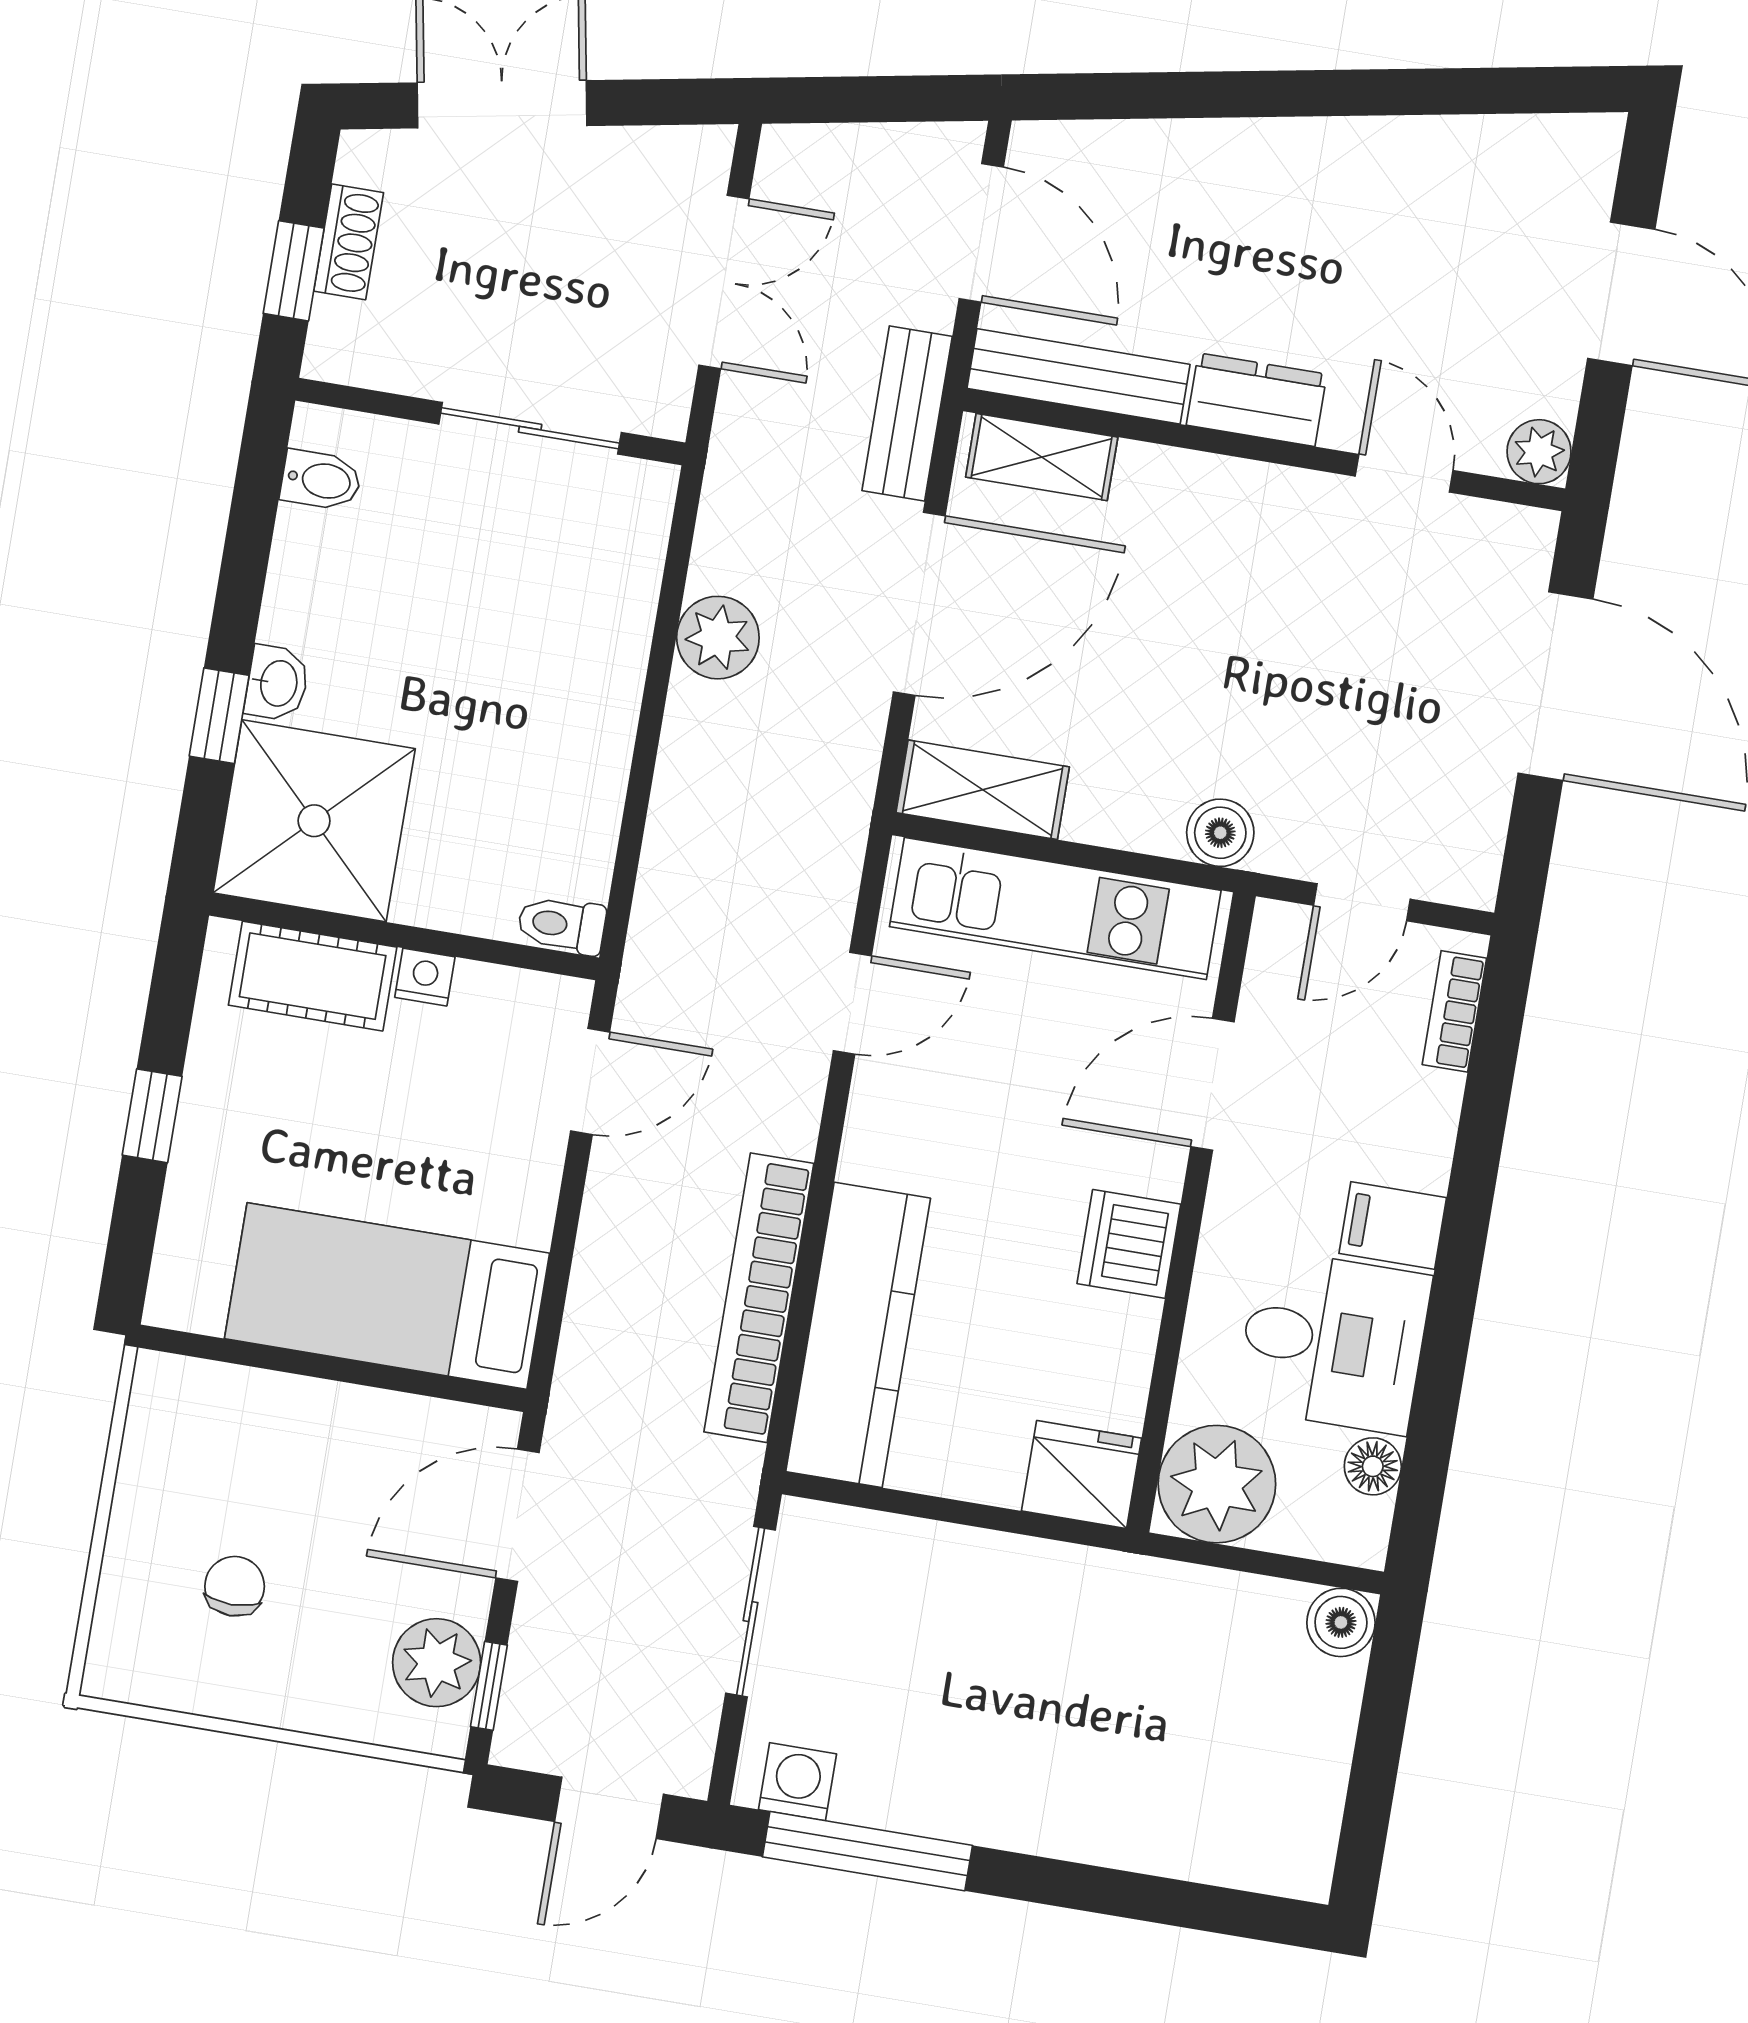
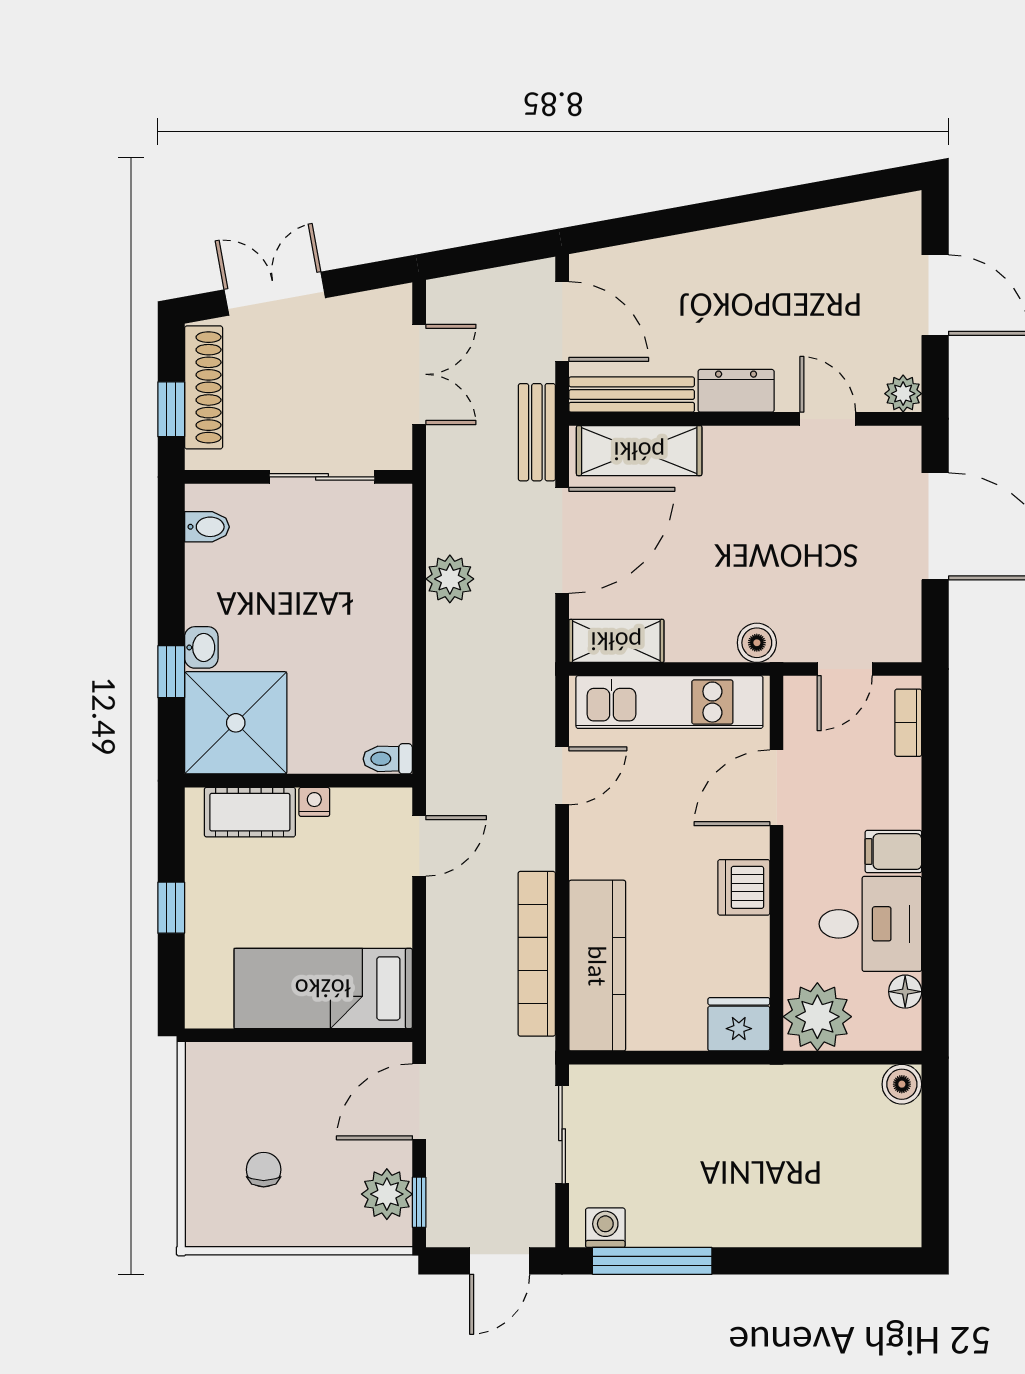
shoe rack: (349, 242) -> (204, 387), width x1.94, depth x1.24
shelving: (1042, 457) -> (639, 451), width x1.50, depth x1.33

